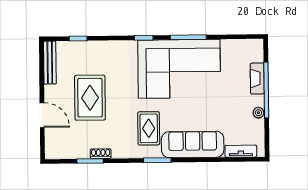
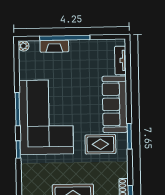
plant: (258, 113) -> (24, 46), moved

